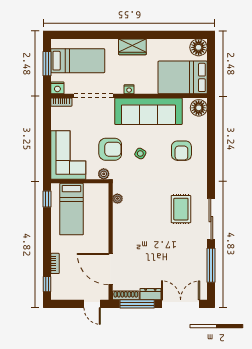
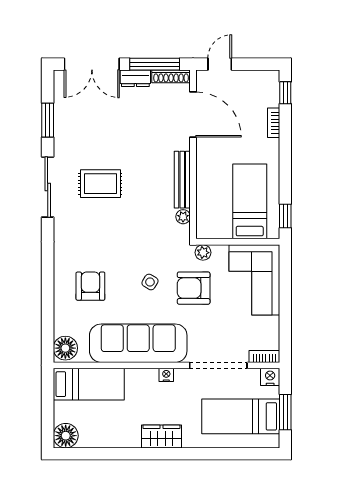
bed: (183, 77) -> (89, 384), width x0.67
rug: (181, 209) -> (100, 184), moved, turned 90
bench: (118, 224) -> (182, 180), added
window: (211, 265) -> (48, 120), width x0.69
door: (92, 304) -> (220, 64), hinge flipped

